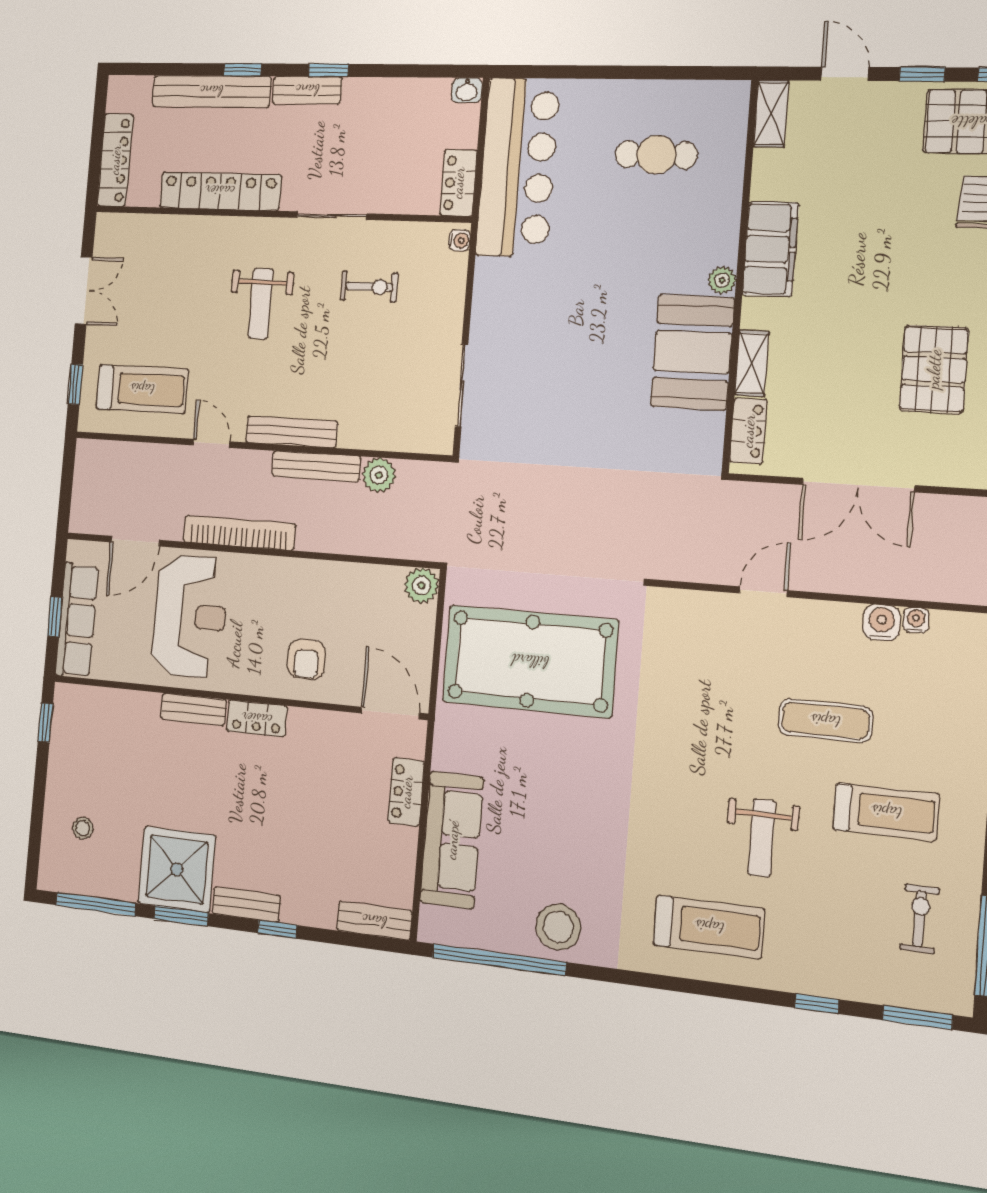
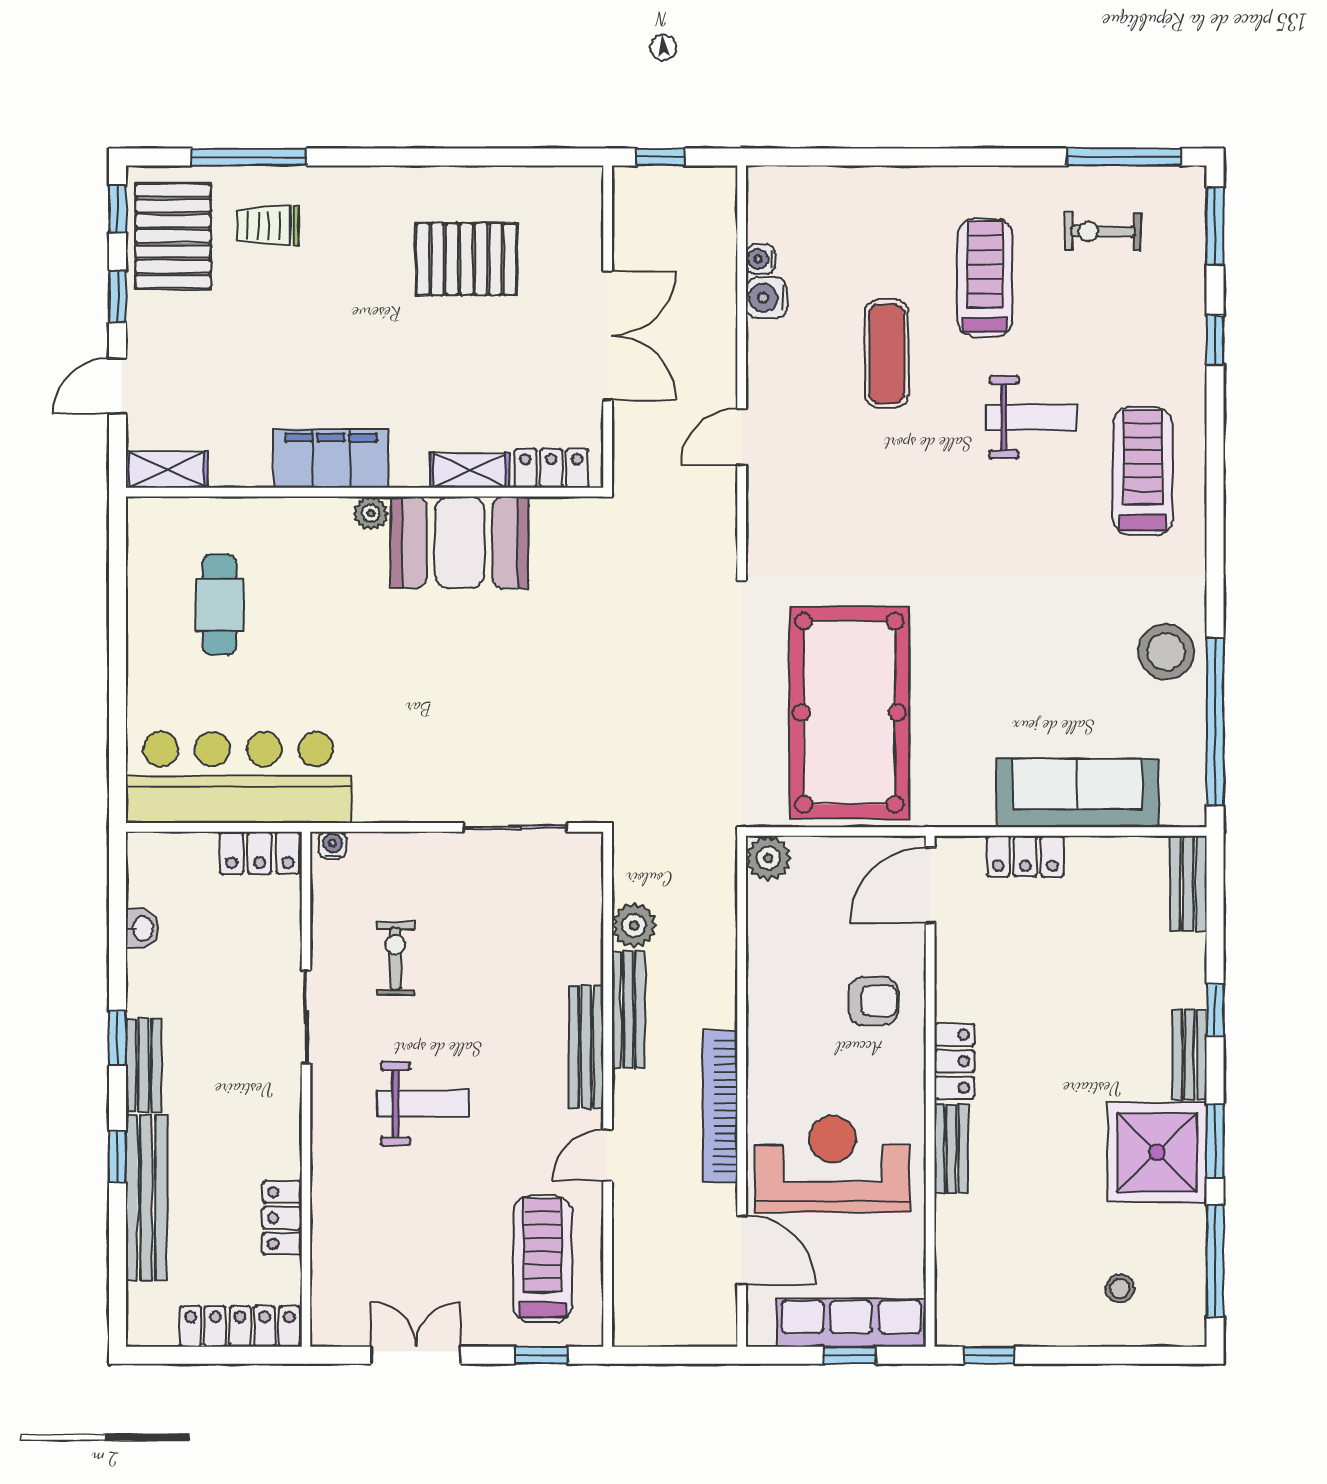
washbasin: (467, 90) -> (142, 929), moved
locker: (220, 191) -> (282, 1218), width x0.46, depth x0.83
door: (763, 592) -> (742, 437), hinge flipped

